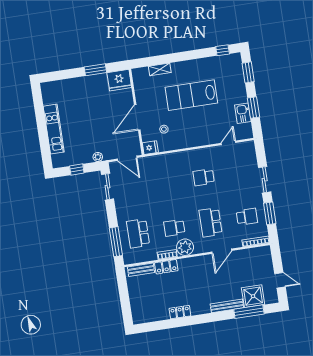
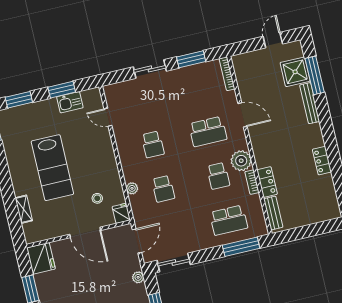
plant: (170, 158) -> (132, 188), added
school desk: (247, 217) -> (163, 189), moved, turned 180

